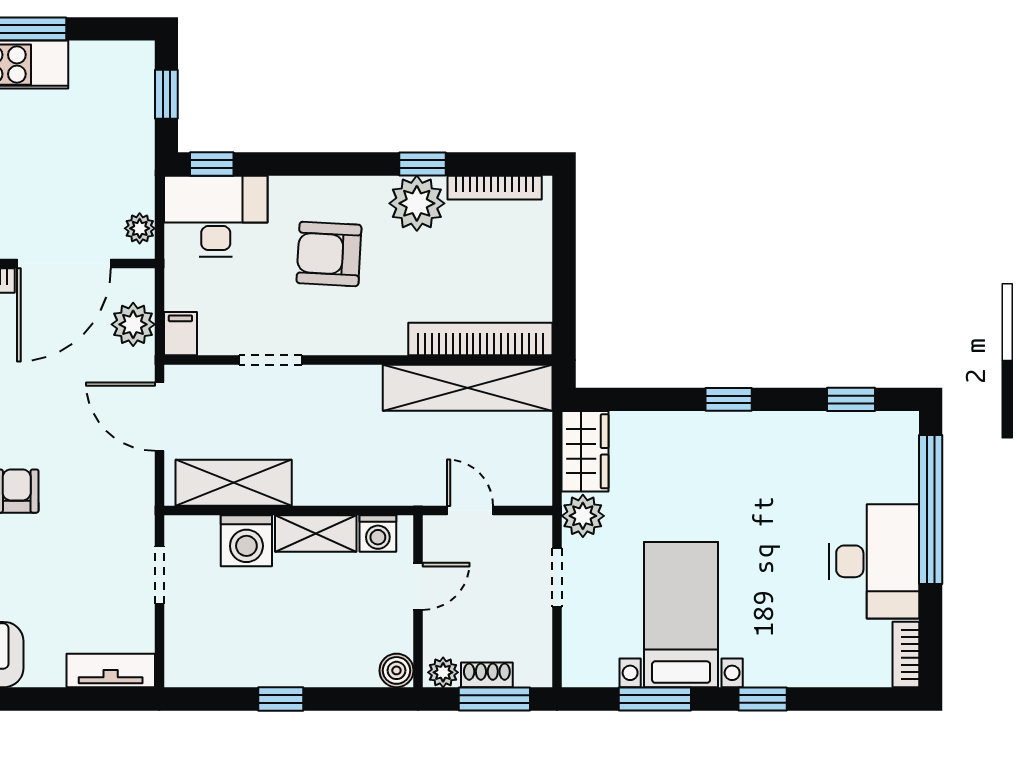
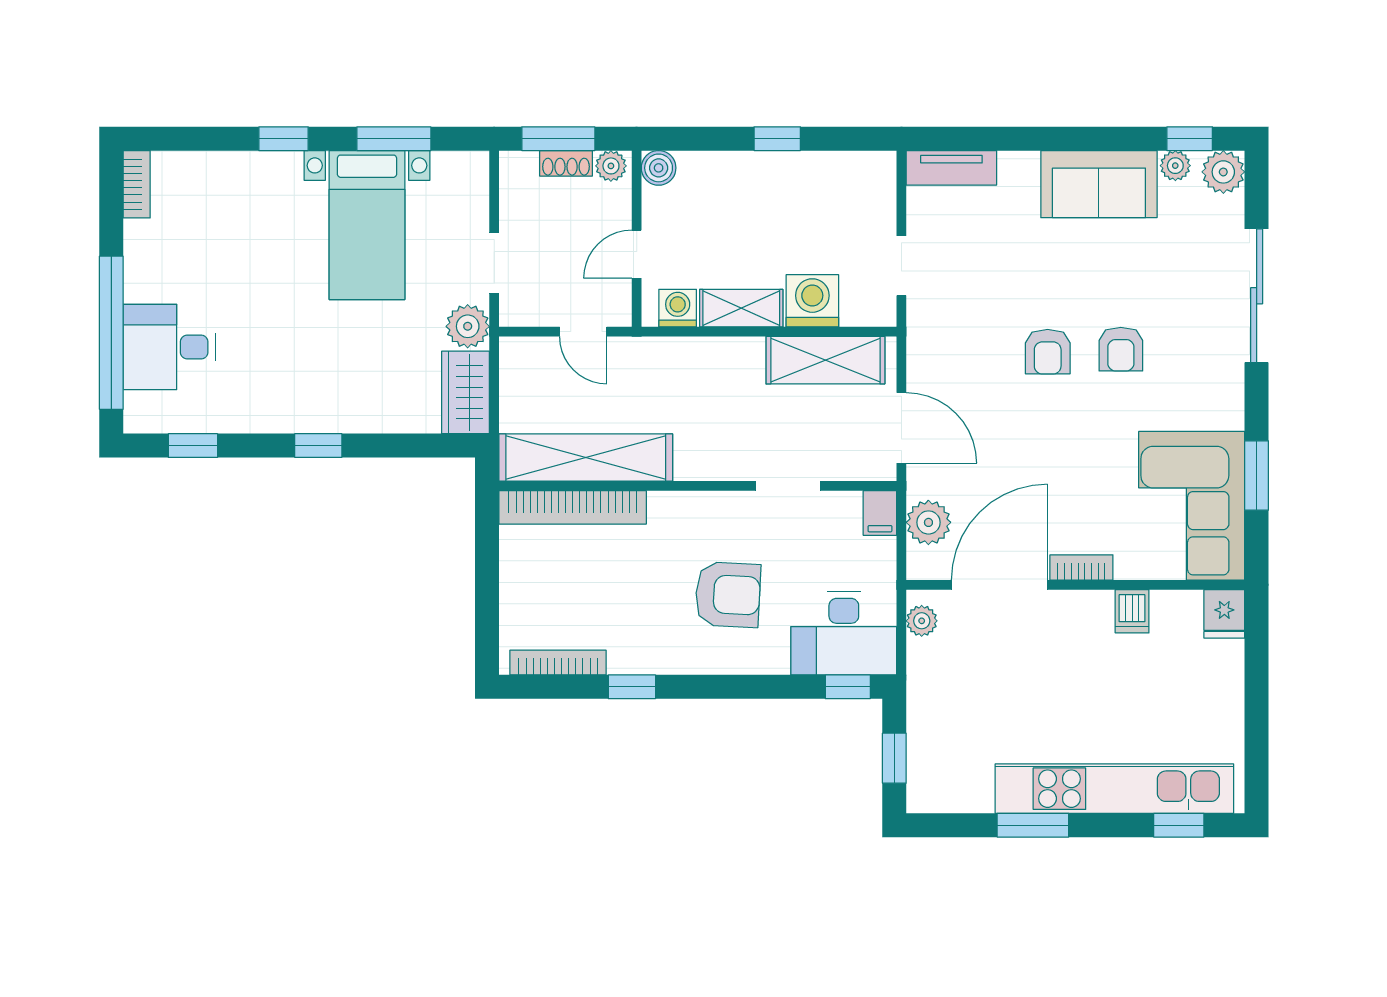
plant: (417, 203) -> (638, 647), removed
desk: (874, 561) -> (169, 347), moved, width x0.73

